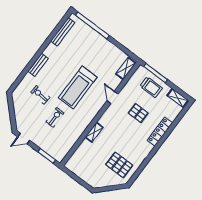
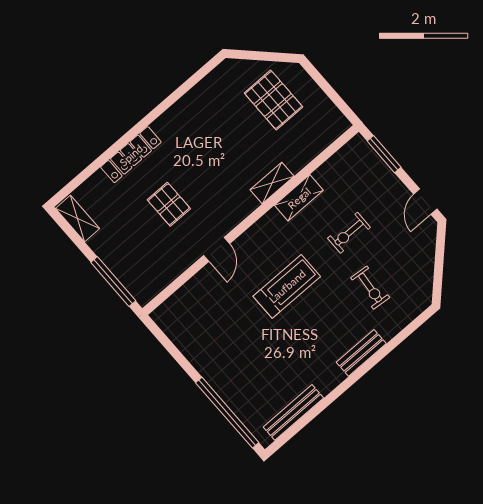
shelving: (126, 68) -> (299, 198), moved
trolley: (151, 87) -> (129, 254), removed
treadmill: (78, 88) -> (287, 286), width x0.73, depth x0.73
door: (24, 139) -> (425, 202), swing flipped
pallet: (119, 165) -> (273, 100), moved

